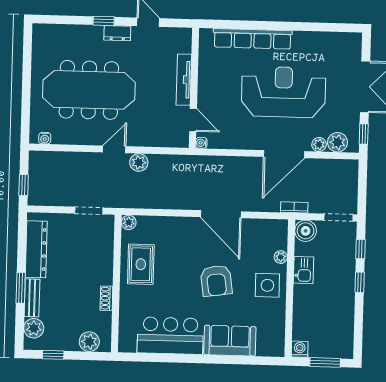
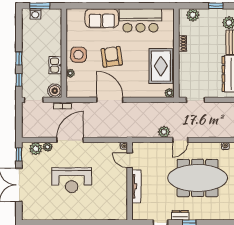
row of seats: (253, 39) -> (93, 214), removed
reception desk: (283, 92) -> (72, 180), width x0.74, depth x0.77
rug: (141, 264) -> (161, 66), width x1.36, depth x1.43
washing machine: (300, 349) -> (35, 14), moved

